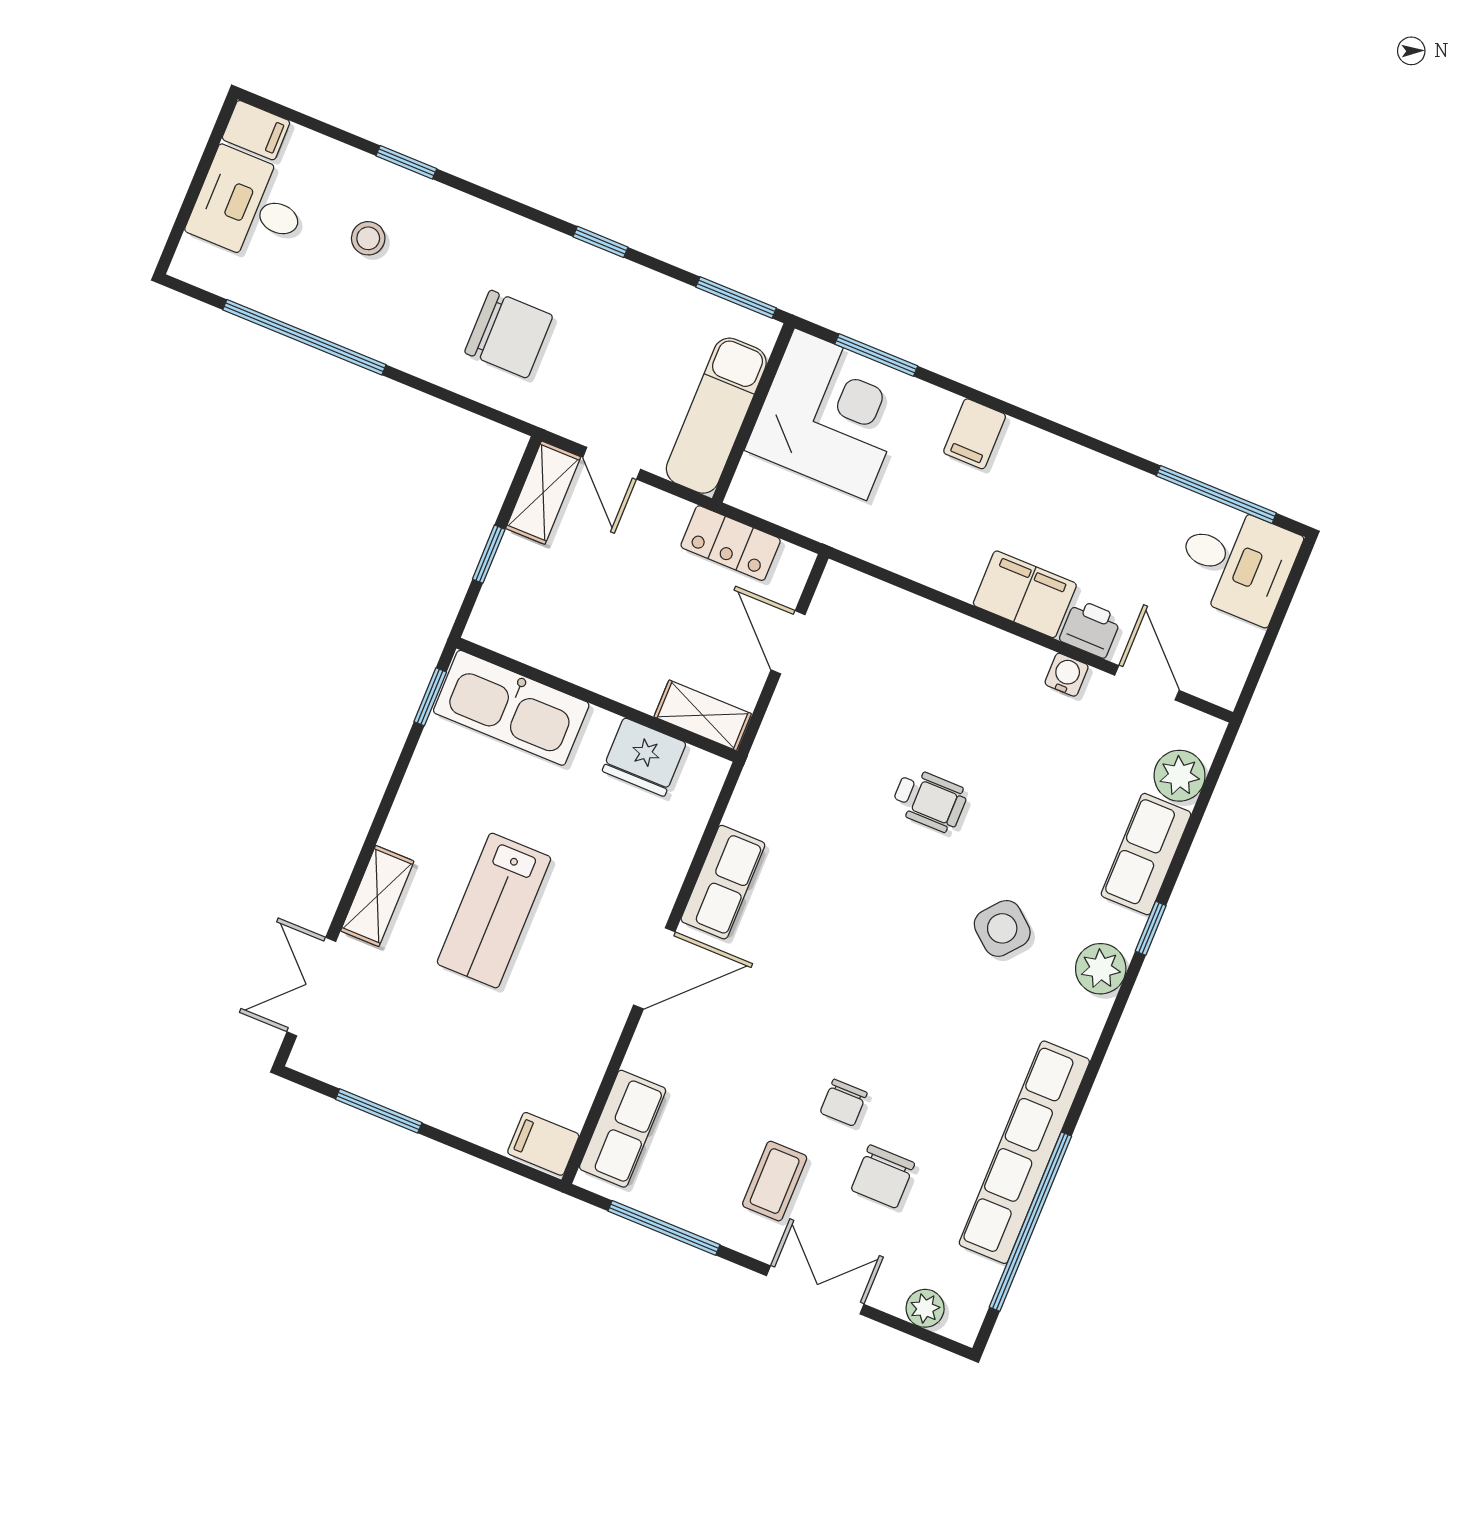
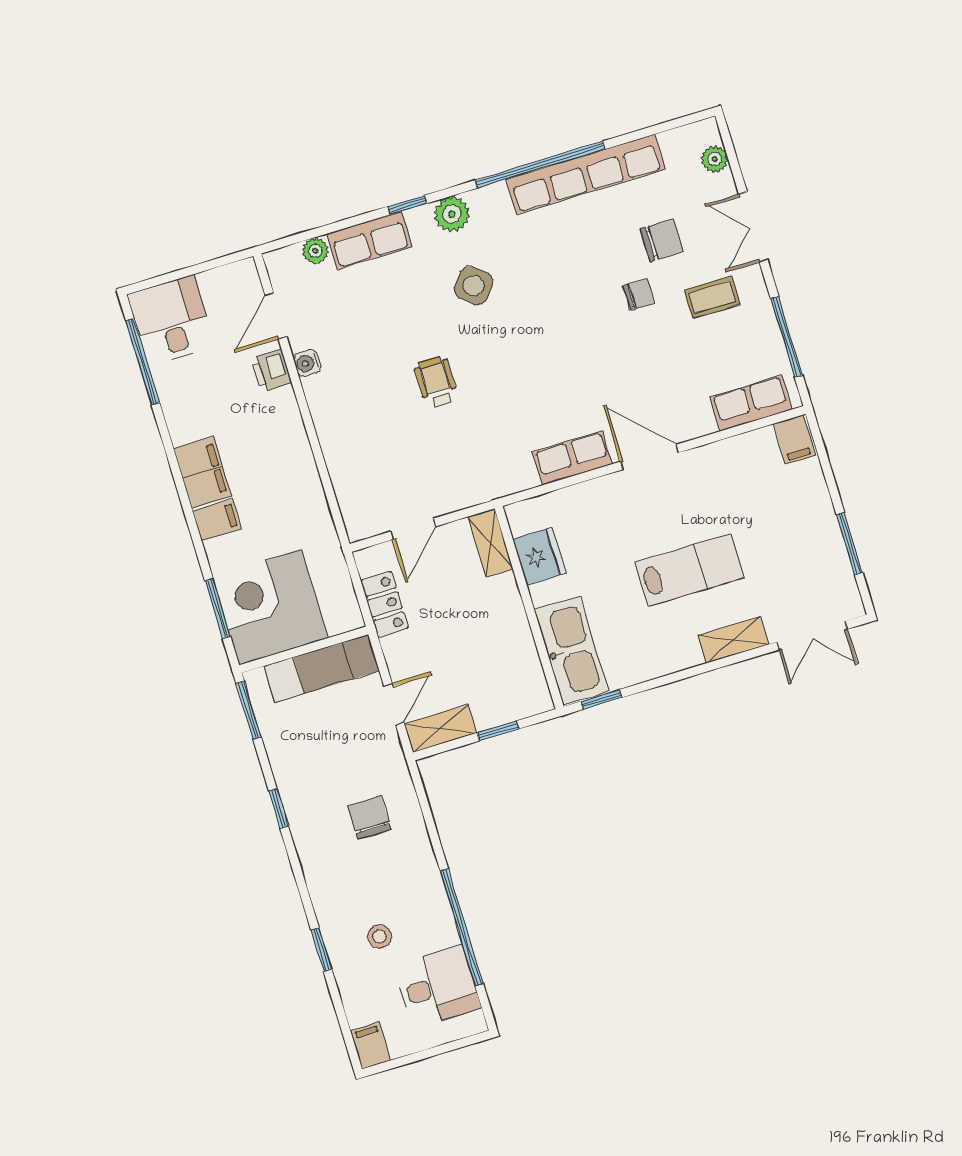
desk: (249, 206) -> (438, 987), moved, turned -90
chair: (509, 334) -> (369, 818), width x0.73, depth x0.73
filing cabinet: (1025, 594) -> (202, 472), moved, turned 180
plant: (1180, 776) -> (315, 251), width x0.73, depth x0.73
window: (1030, 1222) -> (540, 165), moved

